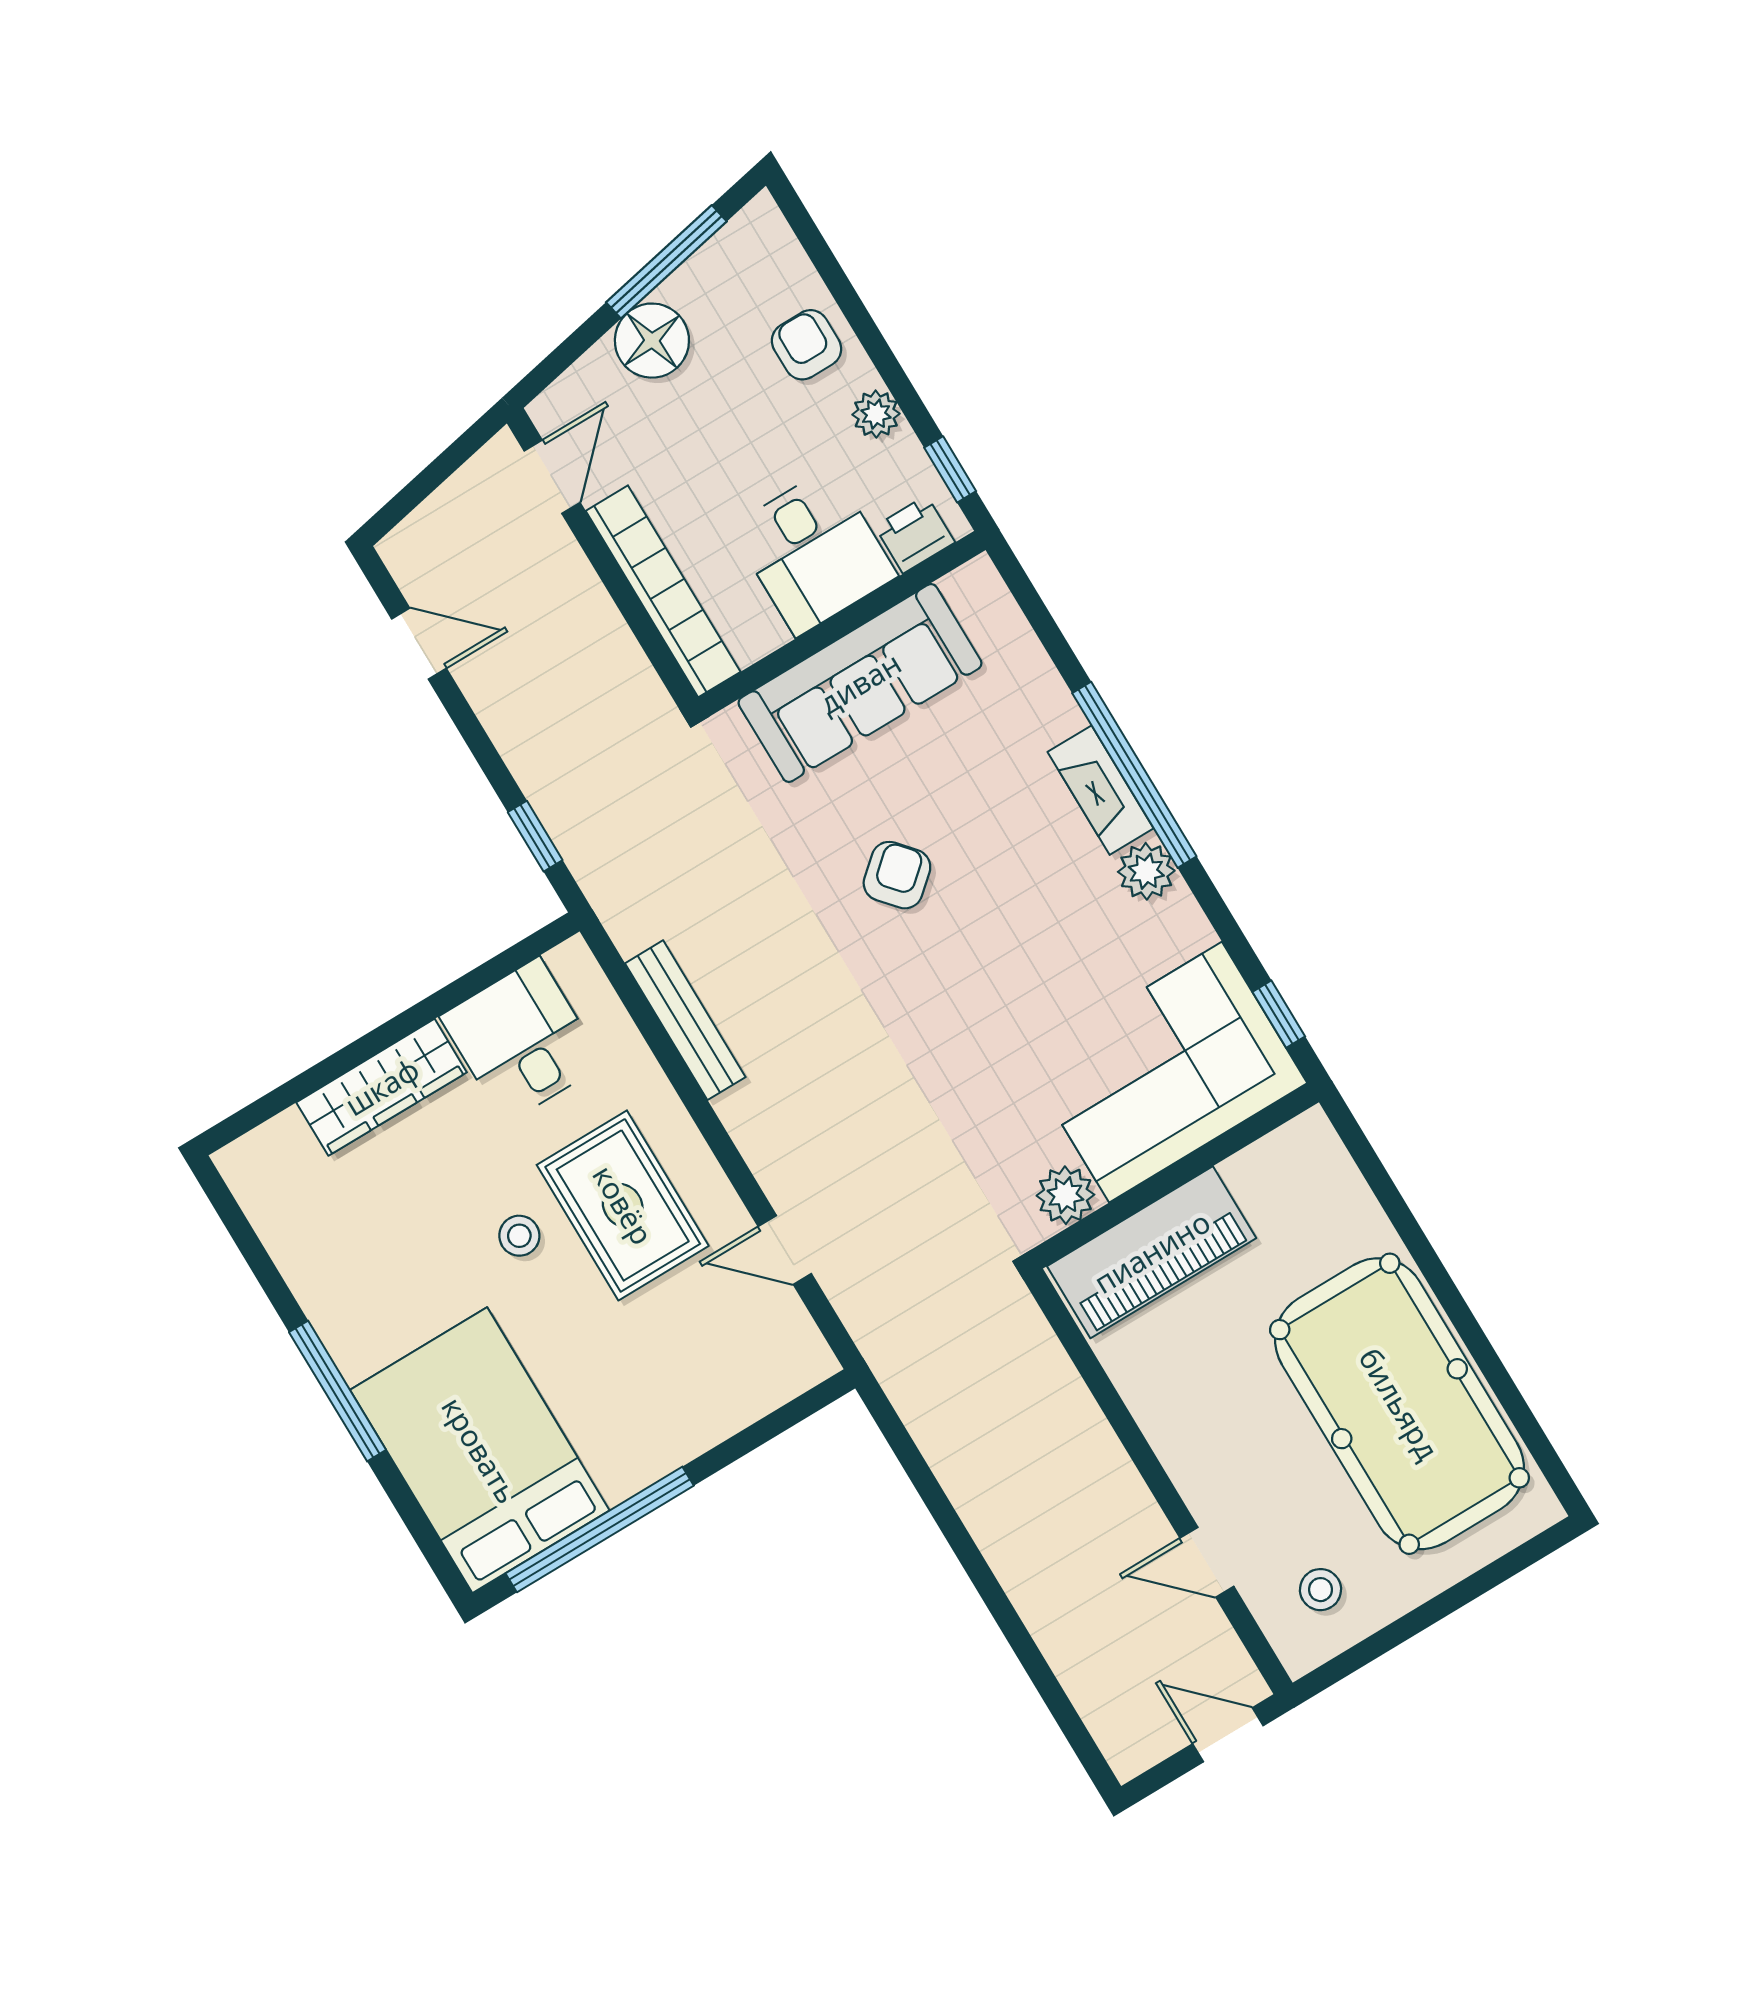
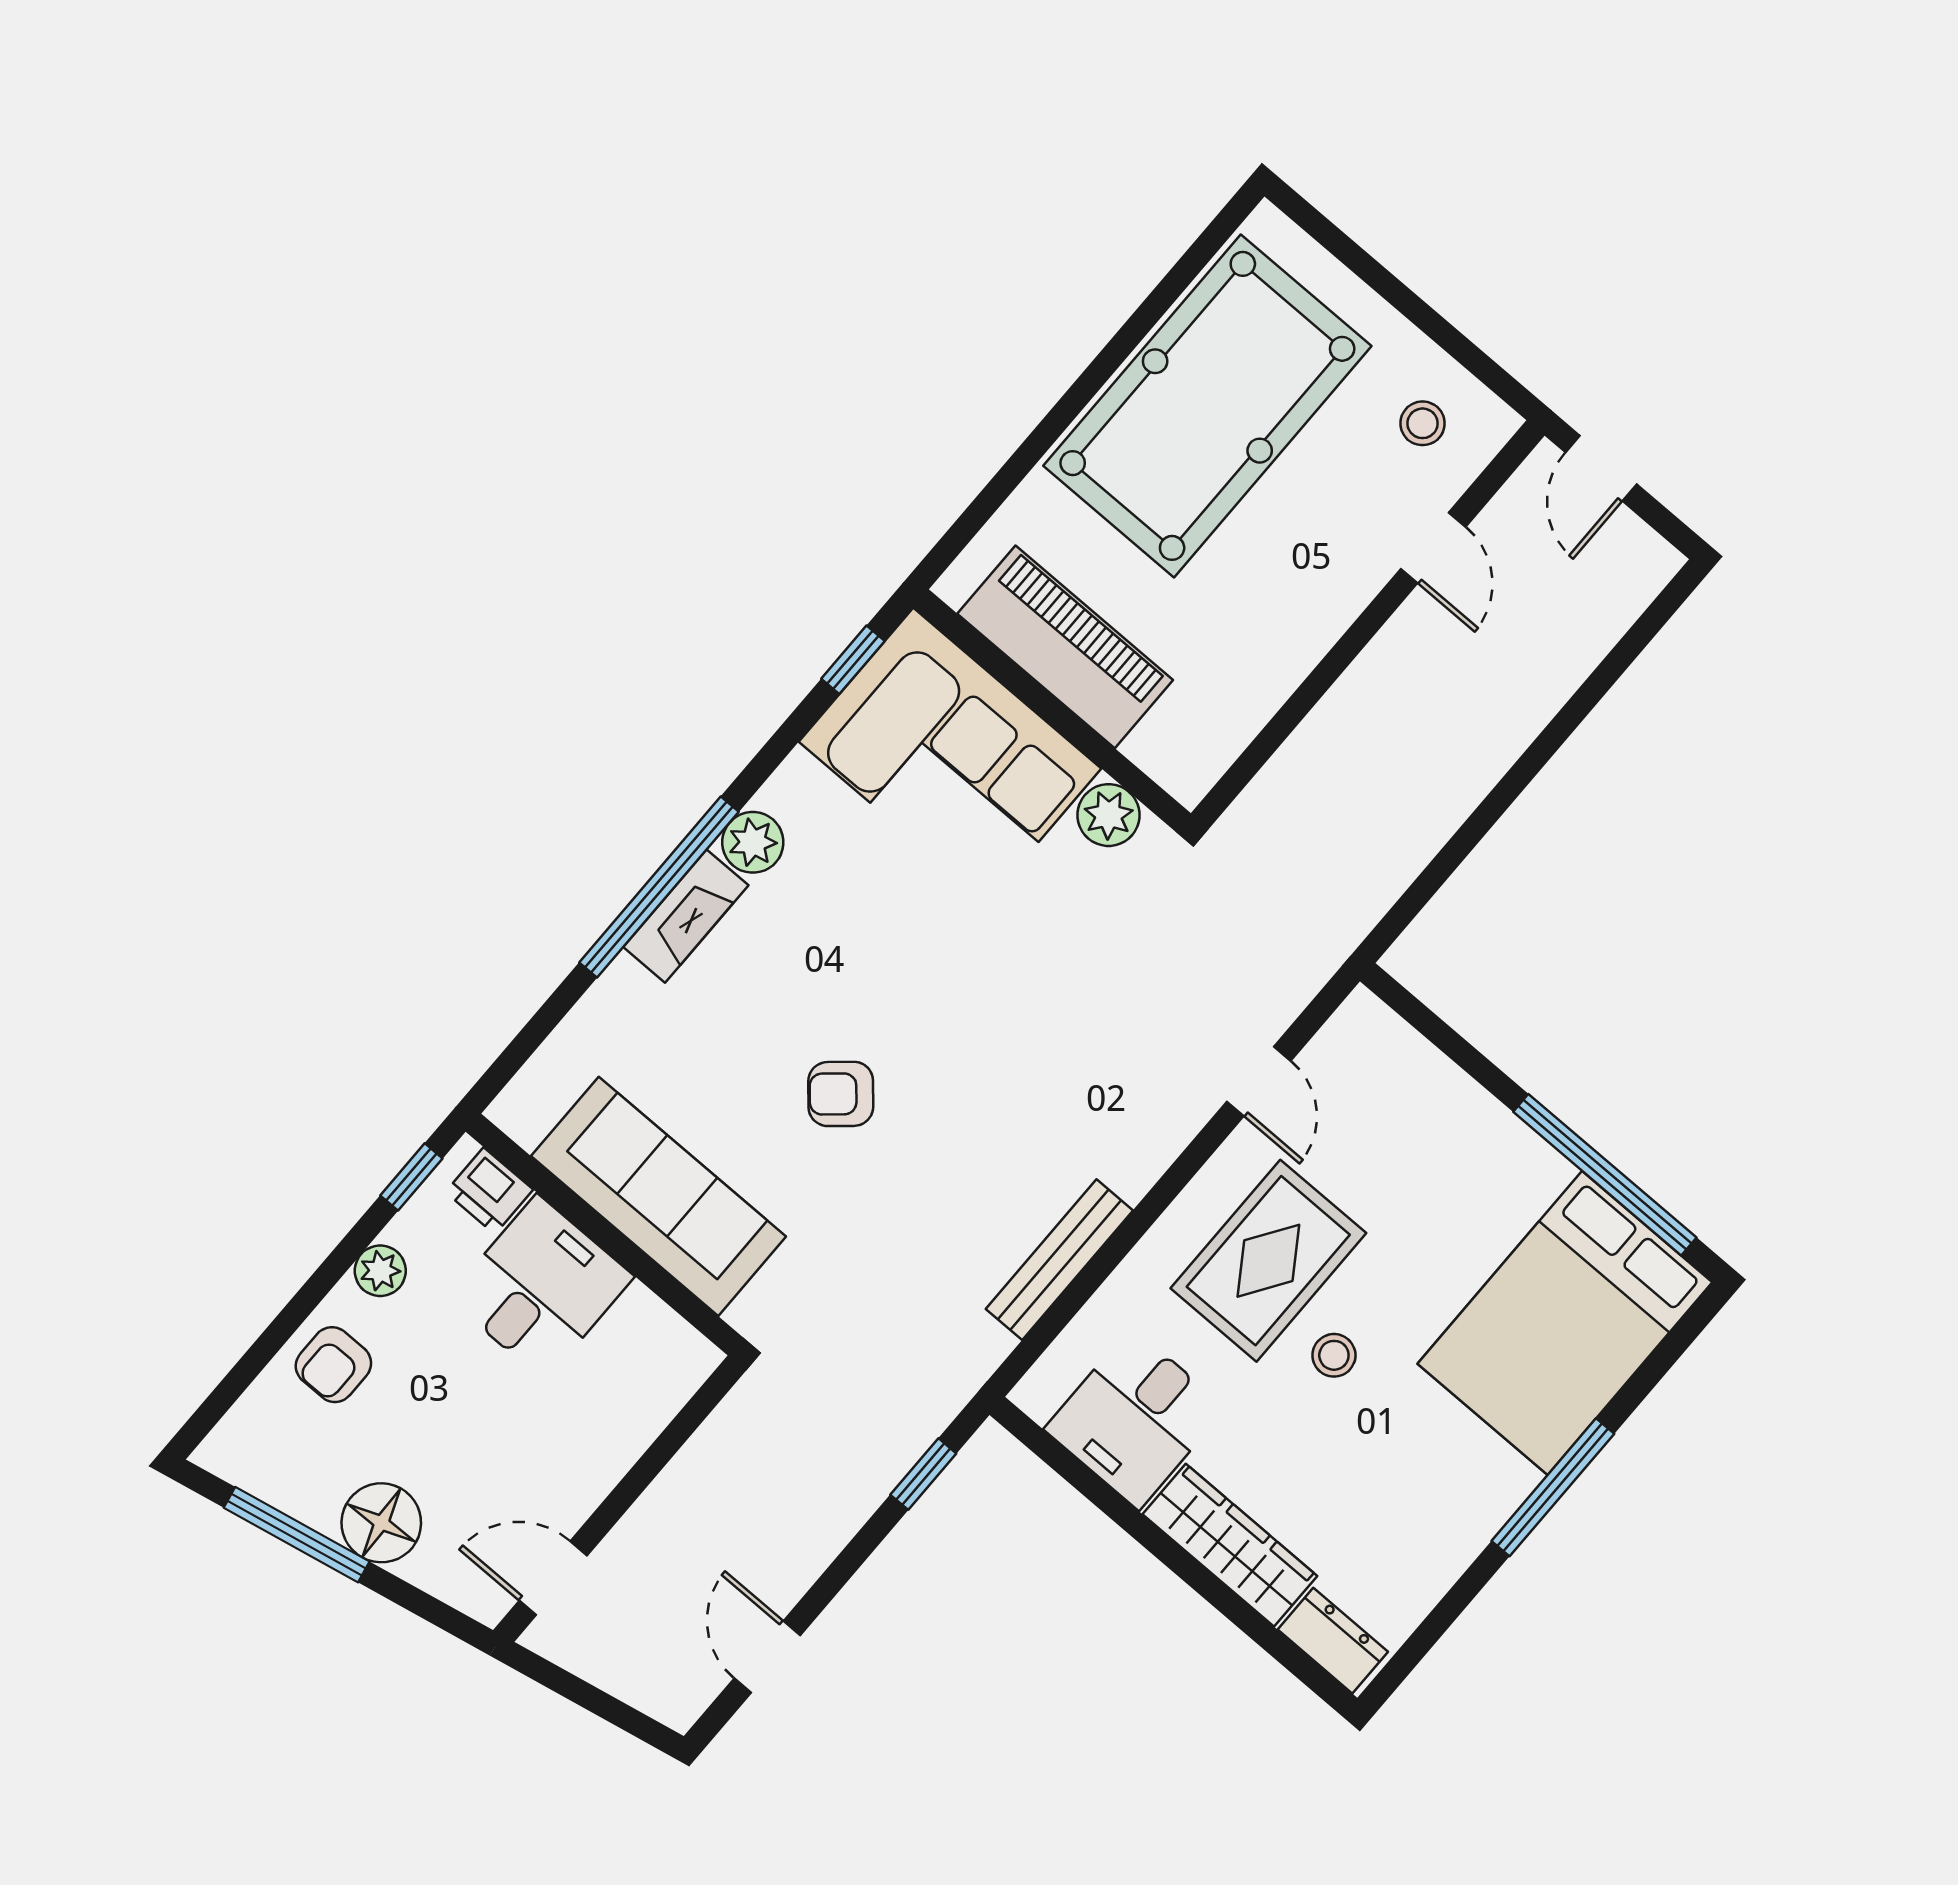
bookcase: (663, 591) -> (632, 1427), removed
dresser: (266, 1150) -> (1333, 1641), added
piano: (1152, 1252) -> (1065, 647), moved

